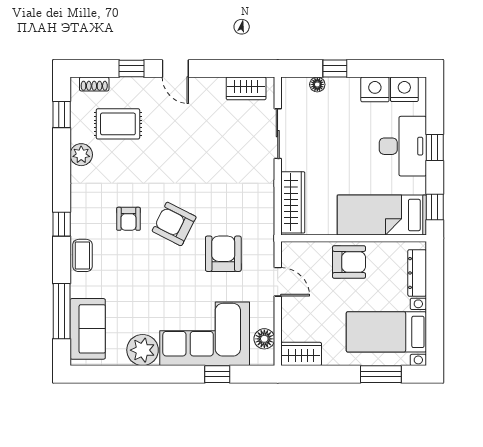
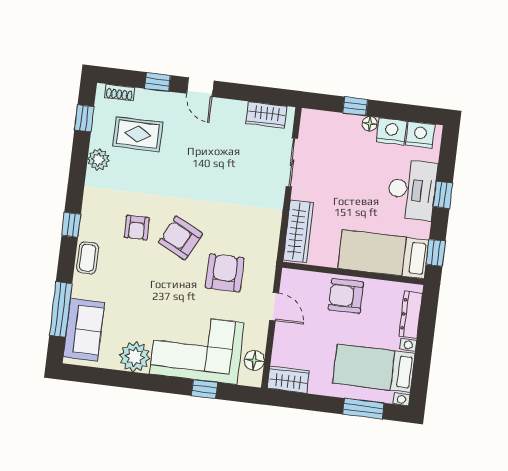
floor lamp: (317, 84) -> (370, 124), moved
armchair: (349, 262) -> (346, 296), turned 180

